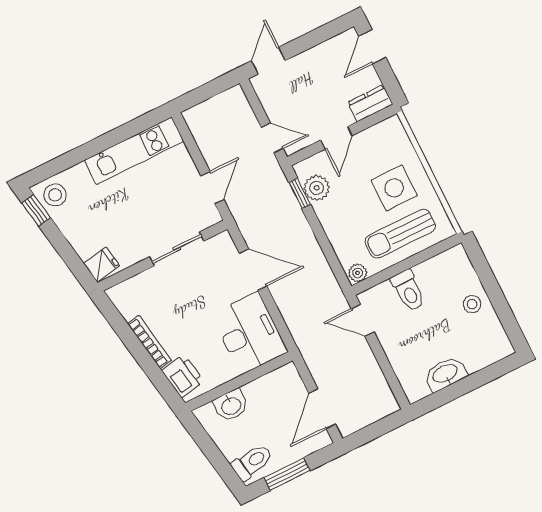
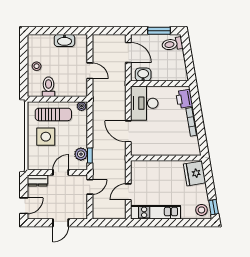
door: (268, 61) -> (61, 223), moved
door: (272, 138) -> (90, 187), swing flipped
door: (212, 188) -> (128, 192), moved
sliding door: (177, 249) -> (158, 158), removed
fridge: (102, 265) -> (195, 173), width x1.88, depth x1.34
toilet: (408, 291) -> (49, 87), moved
door: (363, 320) -> (90, 71), moved
washbasin: (231, 405) -> (143, 75), moved
door: (322, 409) -> (128, 52), hinge flipped

